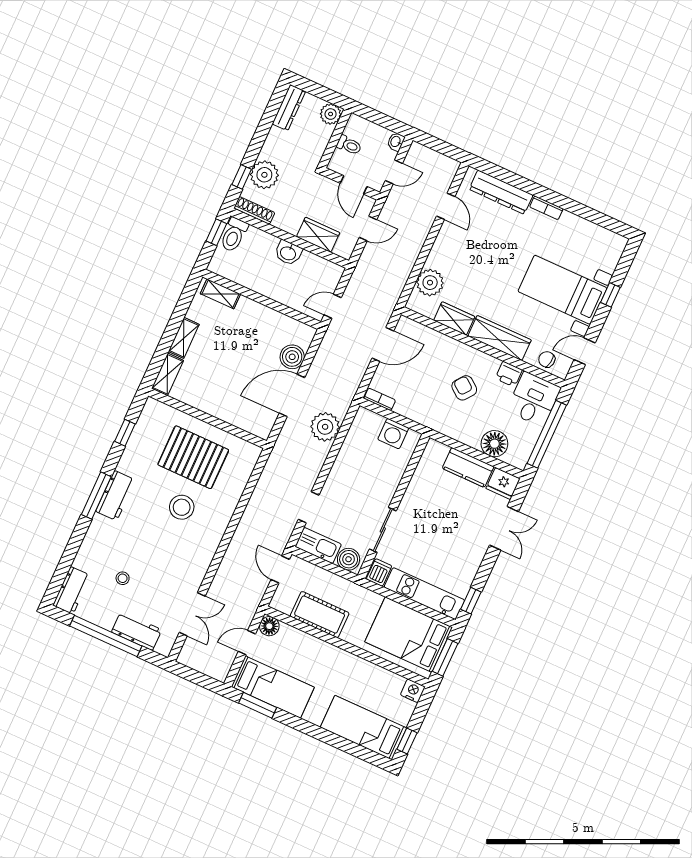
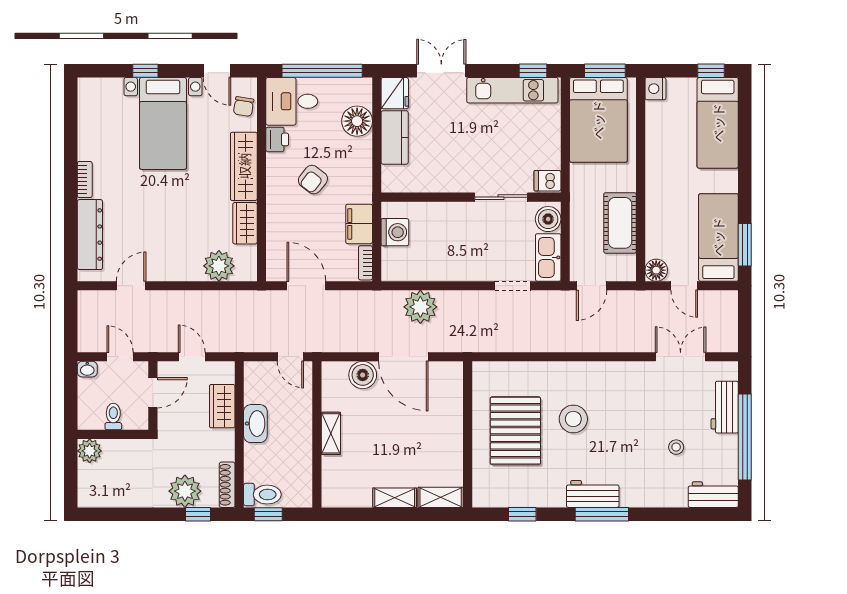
dresser: (289, 108) -> (103, 498), removed
washbasin: (288, 253) -> (255, 424), width x1.38
shelving: (220, 294) -> (331, 433), moved
filing cabinet: (413, 408) -> (359, 224), added
kitchen unit: (424, 594) -> (512, 90), moved, turned -90

